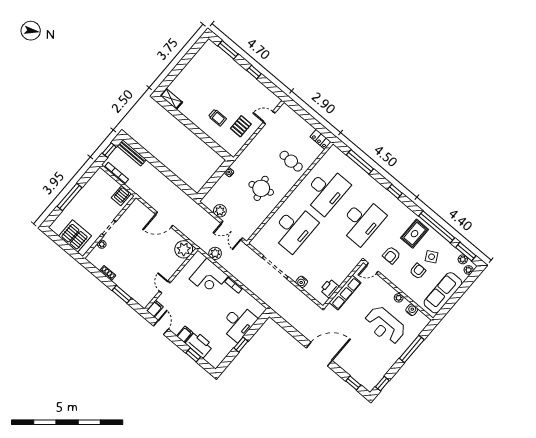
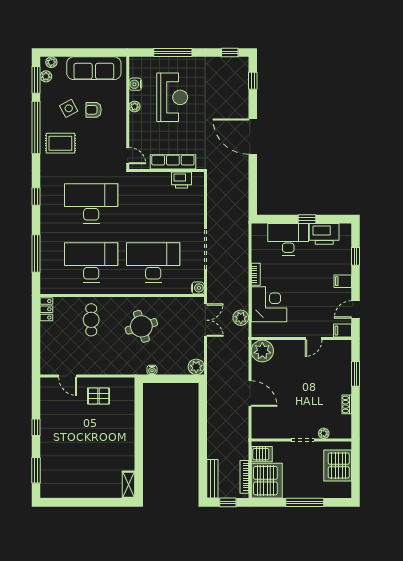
trolley: (217, 118) -> (109, 425), removed
server rack: (102, 185) -> (267, 481), added
plant: (220, 211) -> (196, 367), moved
armchair: (391, 255) -> (100, 148), removed
water cooler: (302, 282) -> (198, 288), moved
printer: (199, 345) -> (324, 234), moved, turned -90

